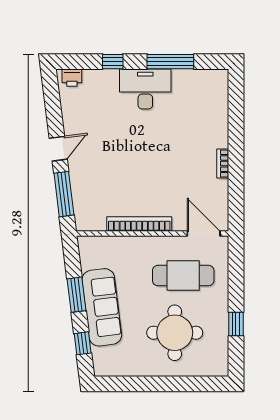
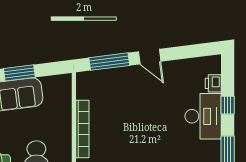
printer: (72, 78) -> (213, 83), moved
desk: (145, 89) -> (203, 116), moved

